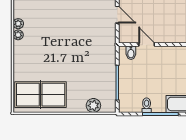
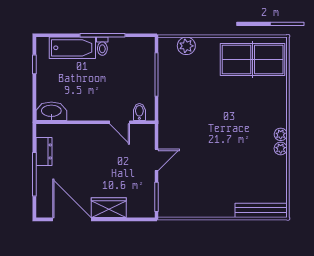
door: (117, 15) -> (157, 160), swing flipped
toilet: (147, 105) -> (102, 46), moved

